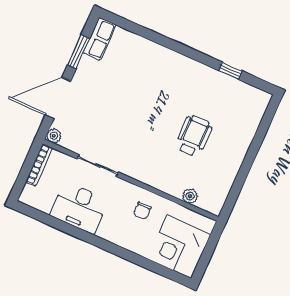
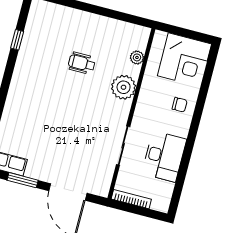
plant: (54, 136) -> (124, 87), moved, width x1.87, depth x1.87
wheelchair: (194, 136) -> (82, 63), width x0.73, depth x0.73
chair: (142, 210) -> (180, 105), moved

